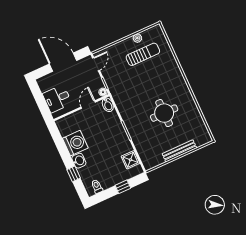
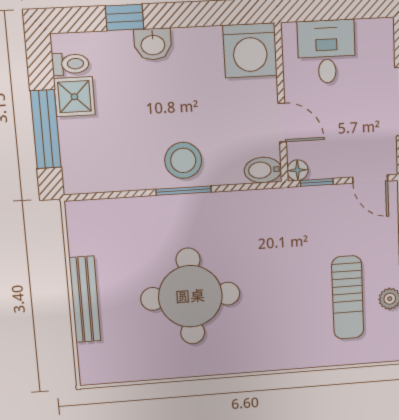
round table: (164, 113) -> (190, 296), width x1.36, depth x1.36
stool: (115, 135) -> (183, 160), added
washing machine: (75, 143) -> (250, 50), moved
shower: (130, 160) -> (74, 97), moved
window: (123, 187) -> (46, 129), width x2.17

